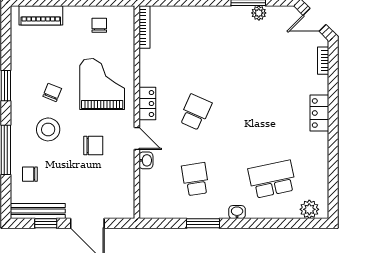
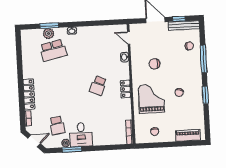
desk: (230, 27) -> (81, 135), added
grand piano: (102, 84) -> (151, 99), turned 180
locker: (319, 113) -> (29, 94), width x1.53
stool: (48, 129) -> (180, 72), removed
door: (137, 138) -> (129, 38), moved
school desk: (195, 179) -> (57, 125), moved
plant: (309, 209) -> (49, 34), moved
window: (203, 223) -> (49, 26), moved

